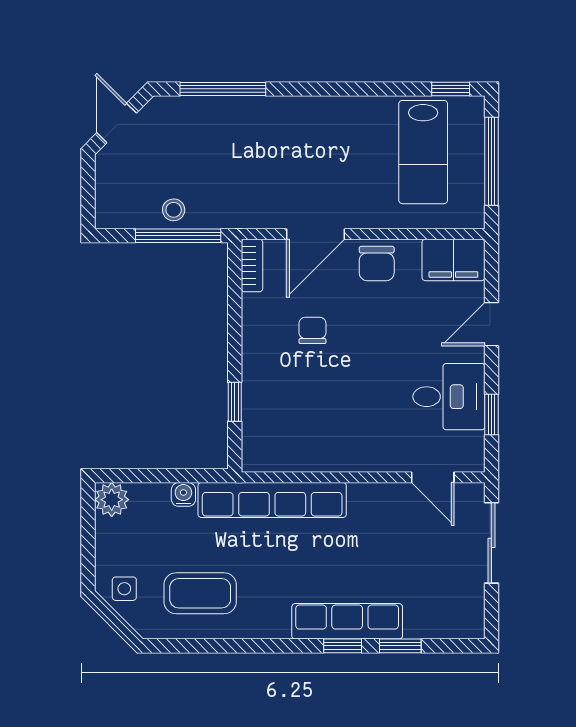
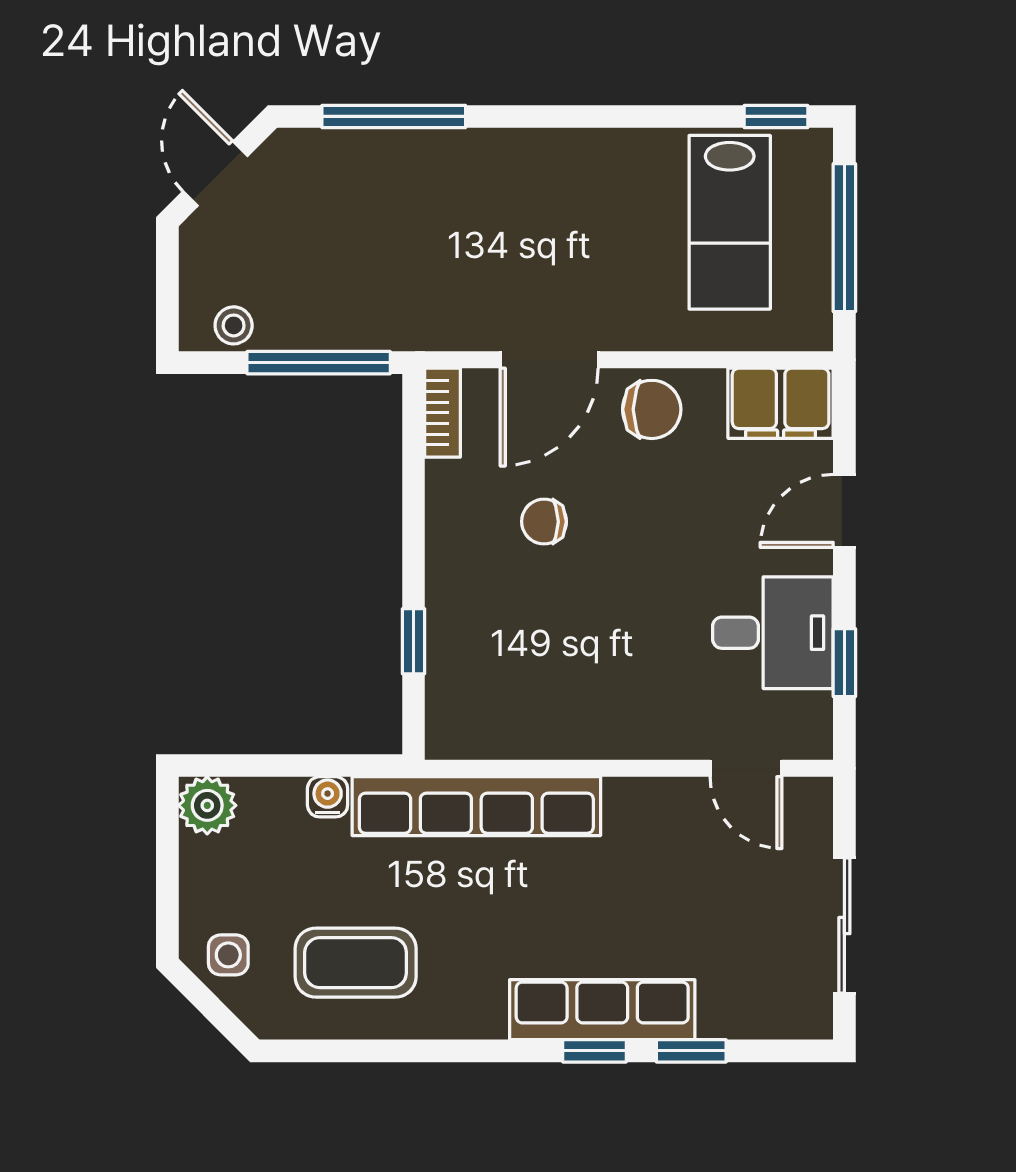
stool: (174, 210) -> (234, 325), moved
chair: (377, 264) -> (652, 409), turned -90
chair: (312, 330) -> (544, 522), turned -90
sliding door: (491, 543) -> (844, 926), moved

